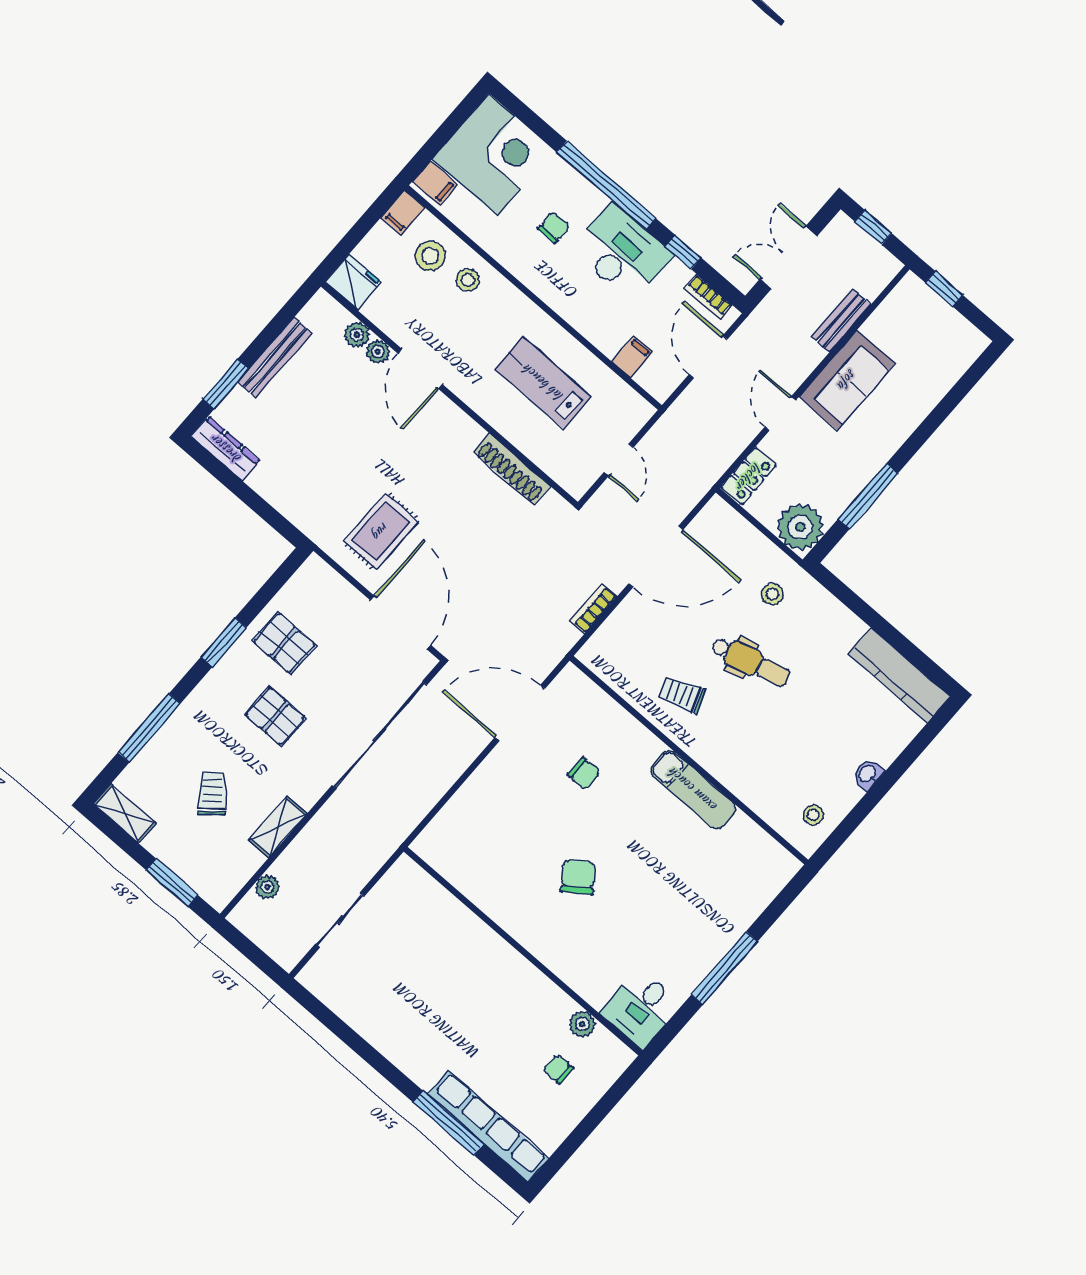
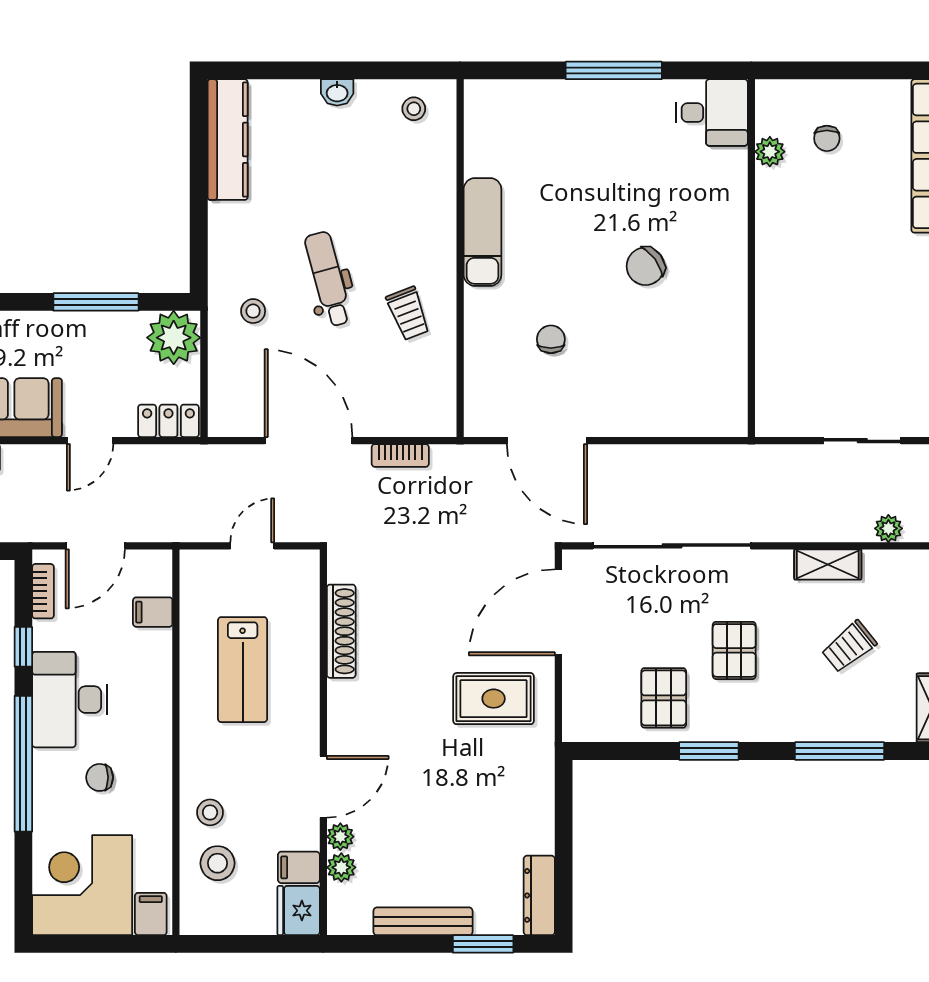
filing cabinet: (403, 213) -> (299, 867), moved, turned 180

